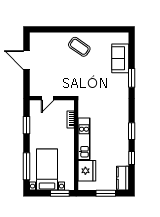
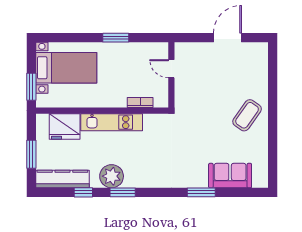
window: (27, 125) -> (116, 38), moved
plant: (121, 139) -> (112, 176), added
window: (27, 166) -> (71, 38), removed
kitchen counter: (123, 178) -> (62, 179), width x1.50

